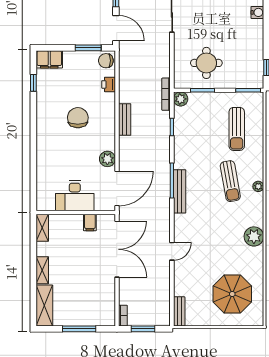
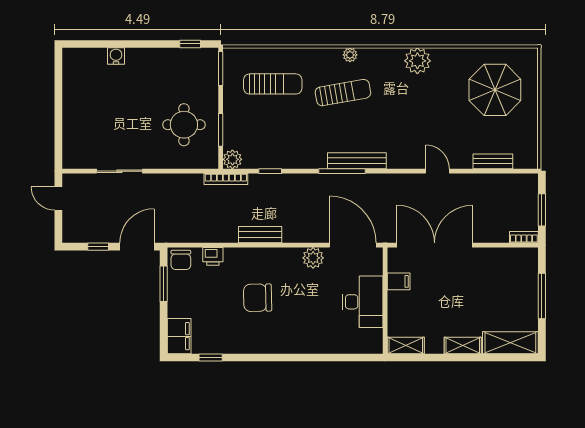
bench: (179, 311) -> (493, 161), moved

